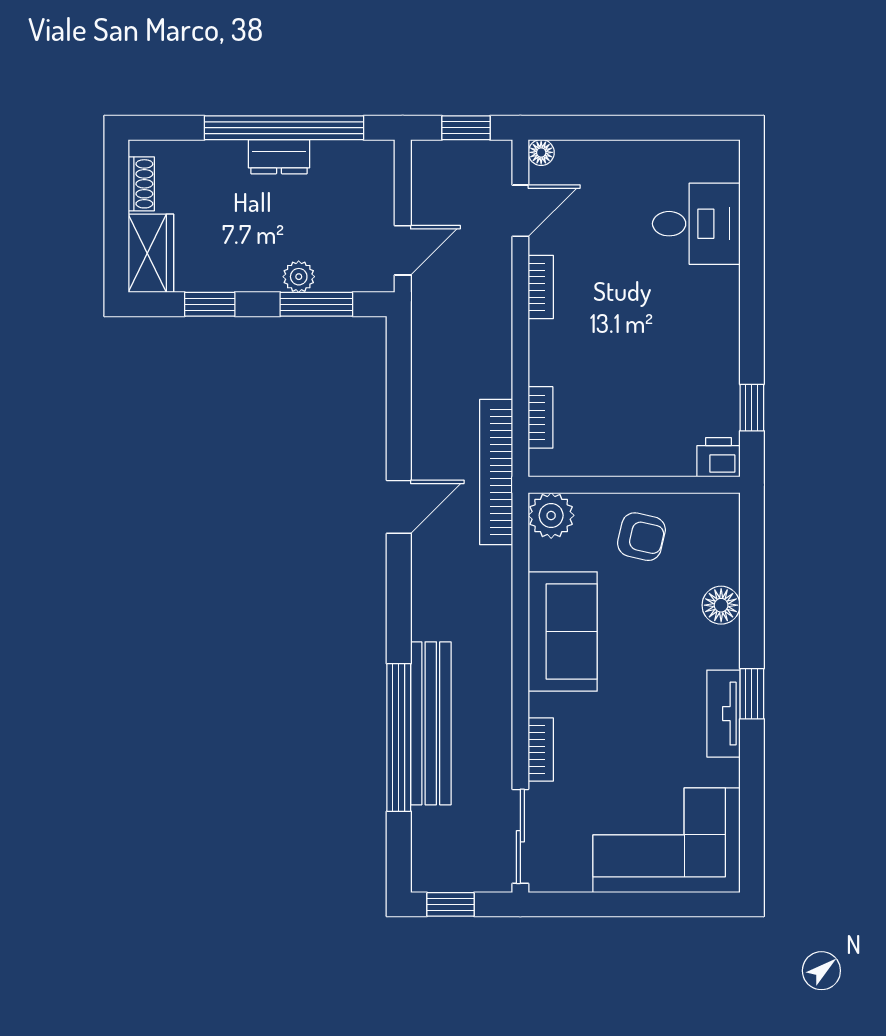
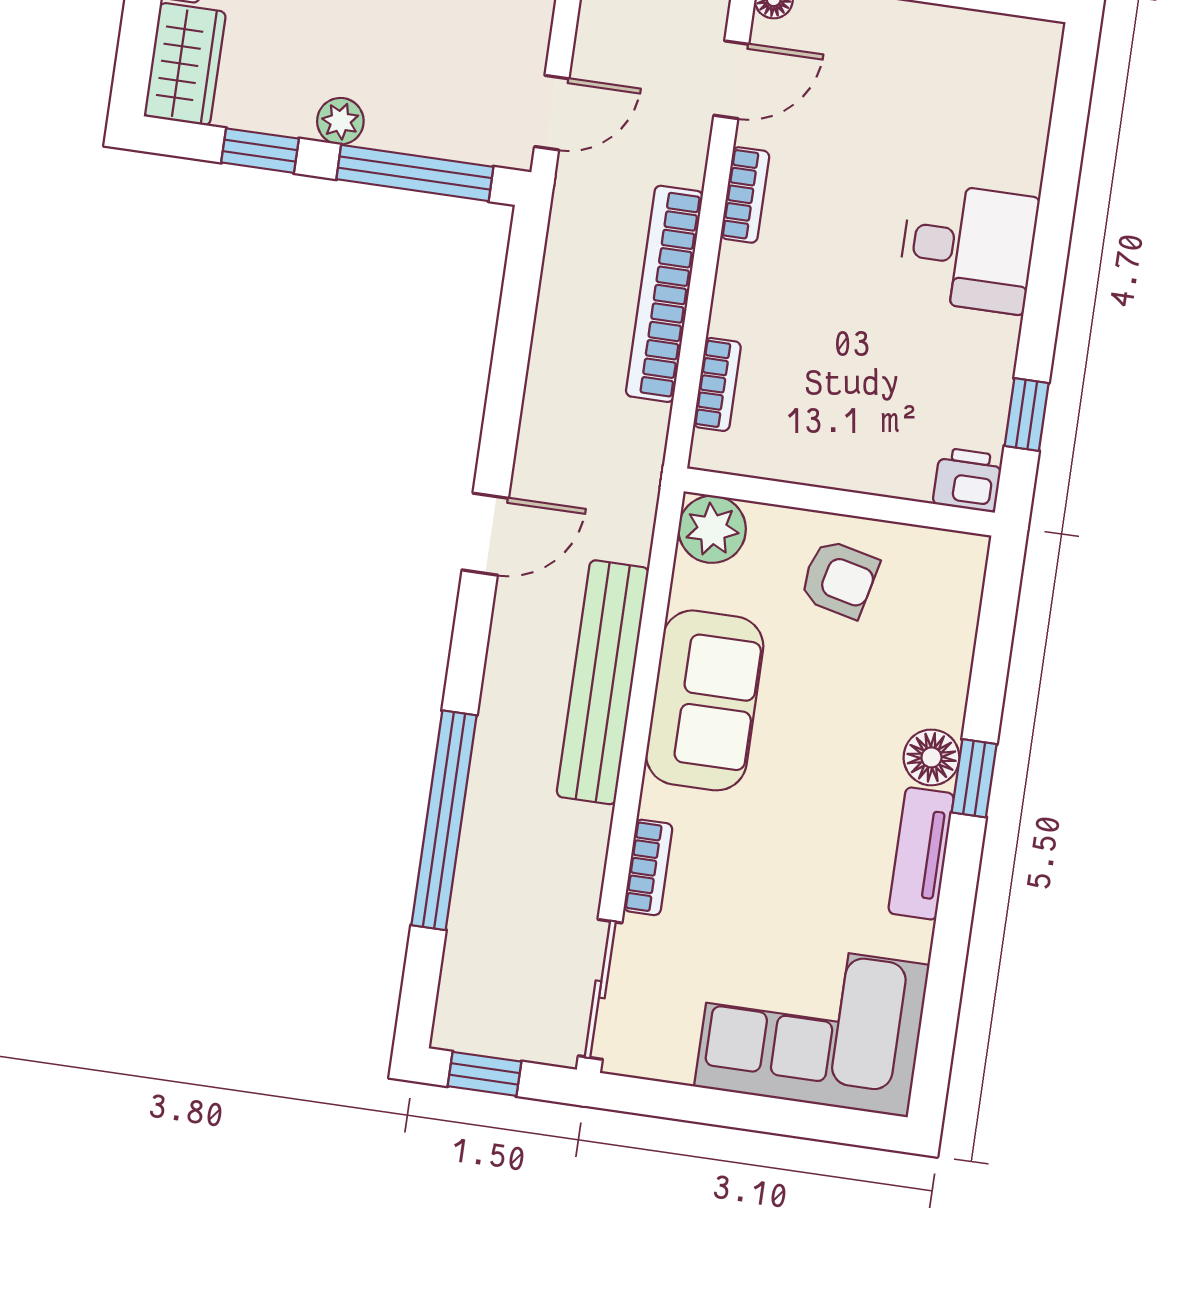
desk: (696, 224) -> (968, 248), moved
plant: (299, 277) -> (340, 121), moved
window: (316, 304) -> (415, 173), width x1.44
bookcase: (496, 472) -> (664, 294), moved
door: (399, 507) -> (485, 534), moved
floor lamp: (721, 605) -> (931, 757), moved
window: (752, 694) -> (974, 778), moved
bench: (431, 723) -> (603, 682), moved

